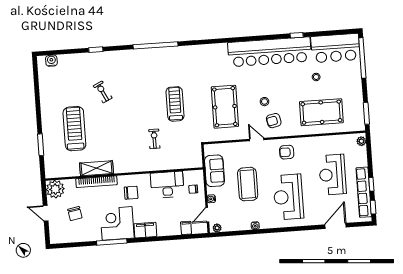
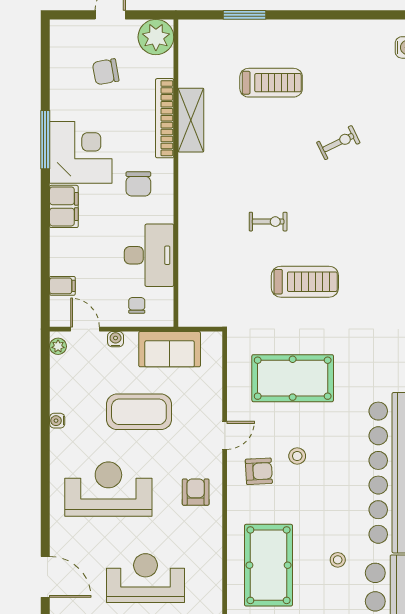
armchair: (274, 121) -> (259, 471), turned 99
treadmill: (74, 129) -> (271, 83), width x0.73, depth x0.73
exercise bike: (154, 139) -> (268, 222), moved

